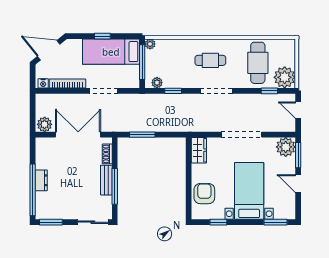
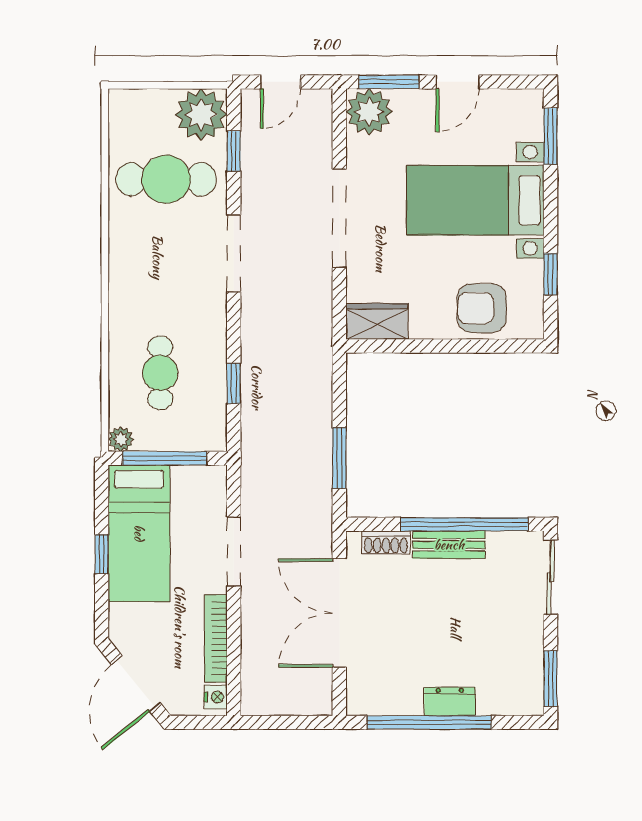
cafe table: (210, 60) -> (160, 373), moved
plant: (157, 83) -> (214, 422), removed
doorway: (216, 91) -> (234, 253), moved
plant: (45, 124) -> (315, 694), removed
window: (115, 186) -> (464, 524), width x1.46
window: (33, 190) -> (429, 722), moved

